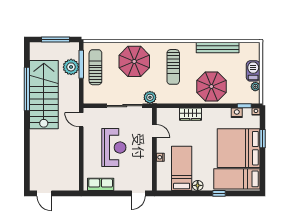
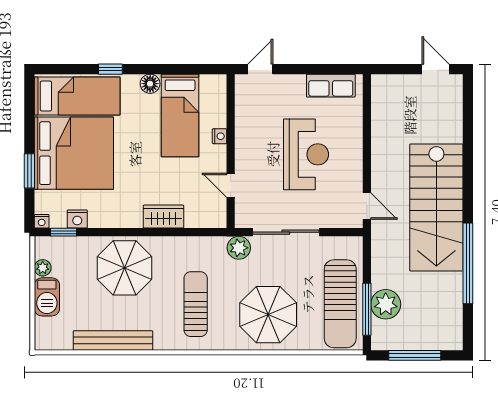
sun lounger: (95, 67) -> (340, 304), width x1.36, depth x1.34
stairs: (44, 95) -> (436, 207), moved
reception desk: (114, 148) -> (306, 154), turned 180

